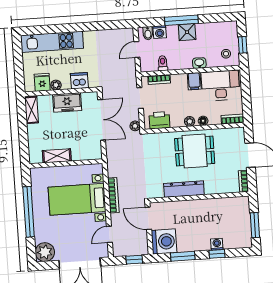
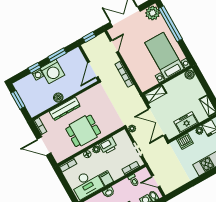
door: (137, 50) -> (156, 181), swing flipped
printer: (159, 120) -> (108, 146), moved
shelving: (57, 156) -> (155, 94), moved
boiler: (36, 158) -> (190, 75), added
dresser: (184, 189) -> (65, 109), moved
bed with nightstands: (77, 199) -> (164, 56), moved, turned -90
boiler: (205, 205) -> (58, 98), added
window: (29, 212) -> (170, 24), moved
door: (148, 218) -> (93, 70), swing flipped
washing machine: (164, 241) -> (52, 72), moved, turned -90

